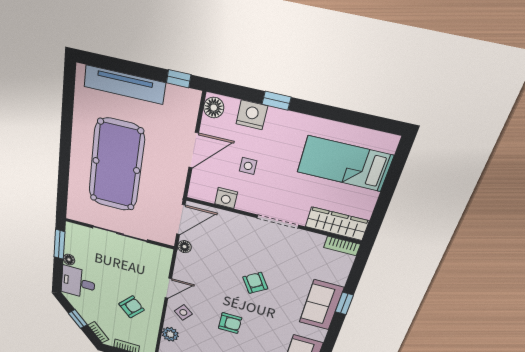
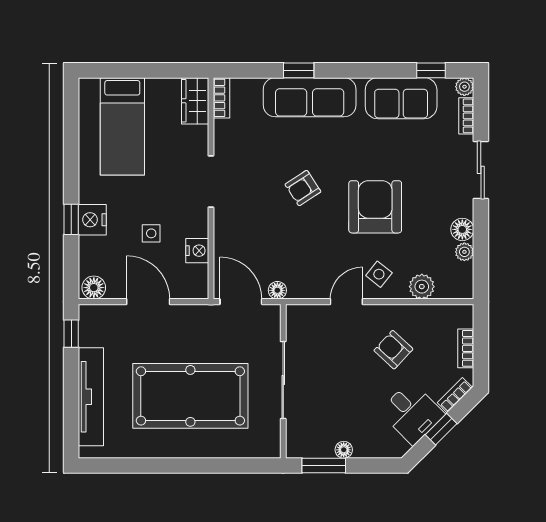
nightstand: (252, 115) -> (92, 220), moved
wardrobe: (337, 224) -> (195, 101), width x0.67
desk: (78, 282) -> (412, 413), moved, turned -45
door: (168, 288) -> (346, 302), hinge flipped
sofa: (321, 305) -> (310, 97), width x1.36
armchair: (230, 323) -> (375, 207), width x1.88, depth x1.88

